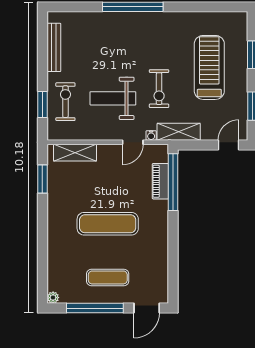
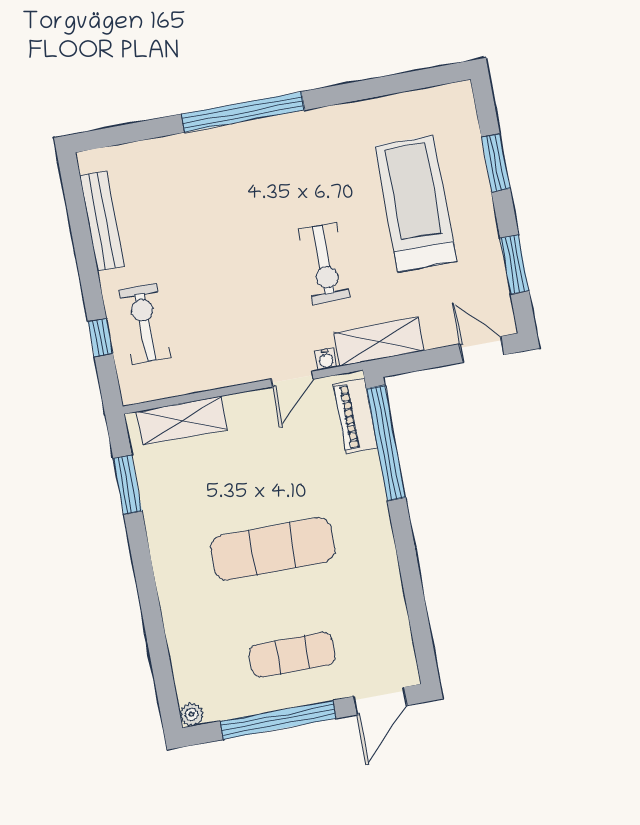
weight bench: (113, 98) -> (237, 300), removed
window: (42, 104) -> (100, 338), width x0.67
door: (228, 145) -> (482, 349), hinge flipped
piano: (160, 181) -> (355, 416), moved

